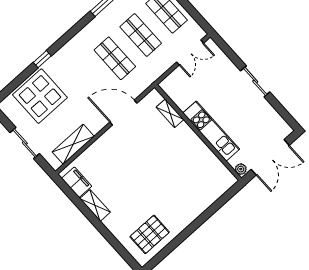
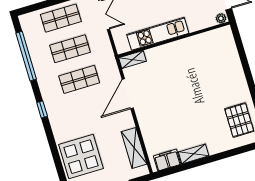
window: (42, 59) -> (42, 109), moved
shelving: (170, 113) -> (132, 60), moved
kitchen unit: (211, 131) -> (158, 34), moved

